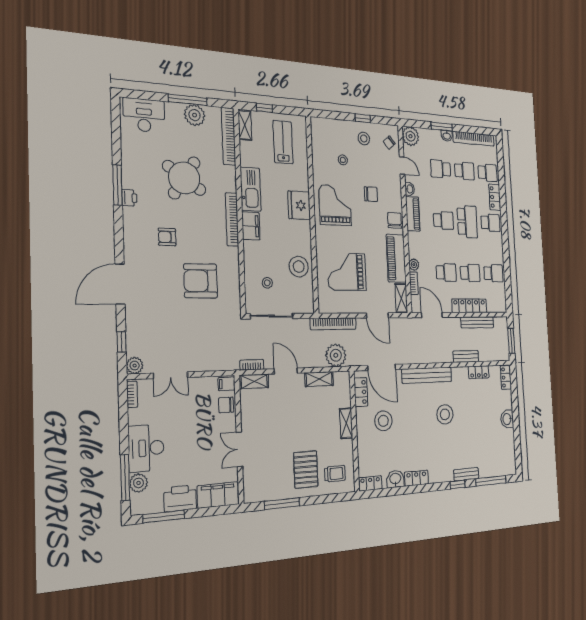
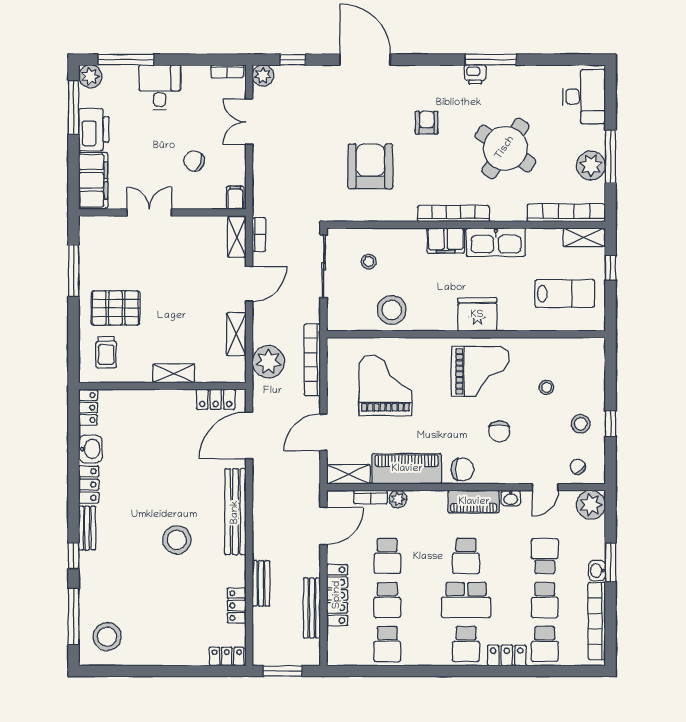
chair: (226, 405) -> (194, 161), moved, turned -69
washbasin: (507, 419) -> (164, 654), removed
stool: (383, 421) -> (107, 637), moved
desk: (146, 448) -> (160, 87), width x0.73
bench: (466, 474) -> (87, 528), moved
plant: (138, 483) -> (90, 76), moved

